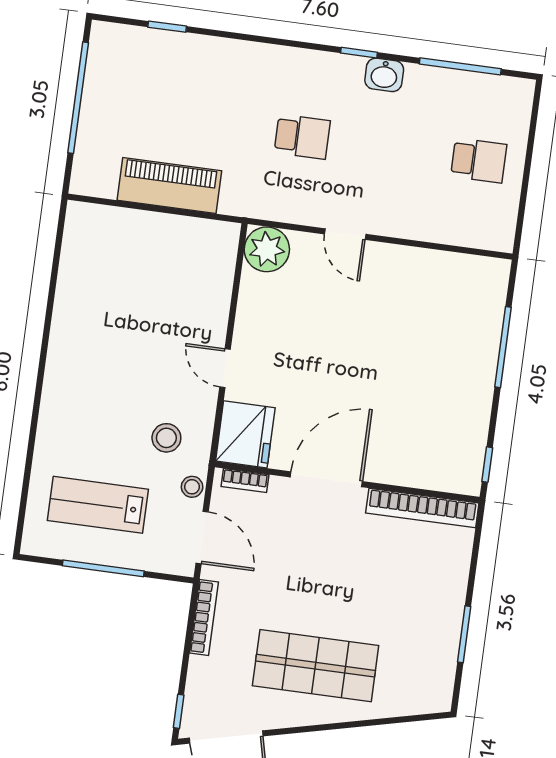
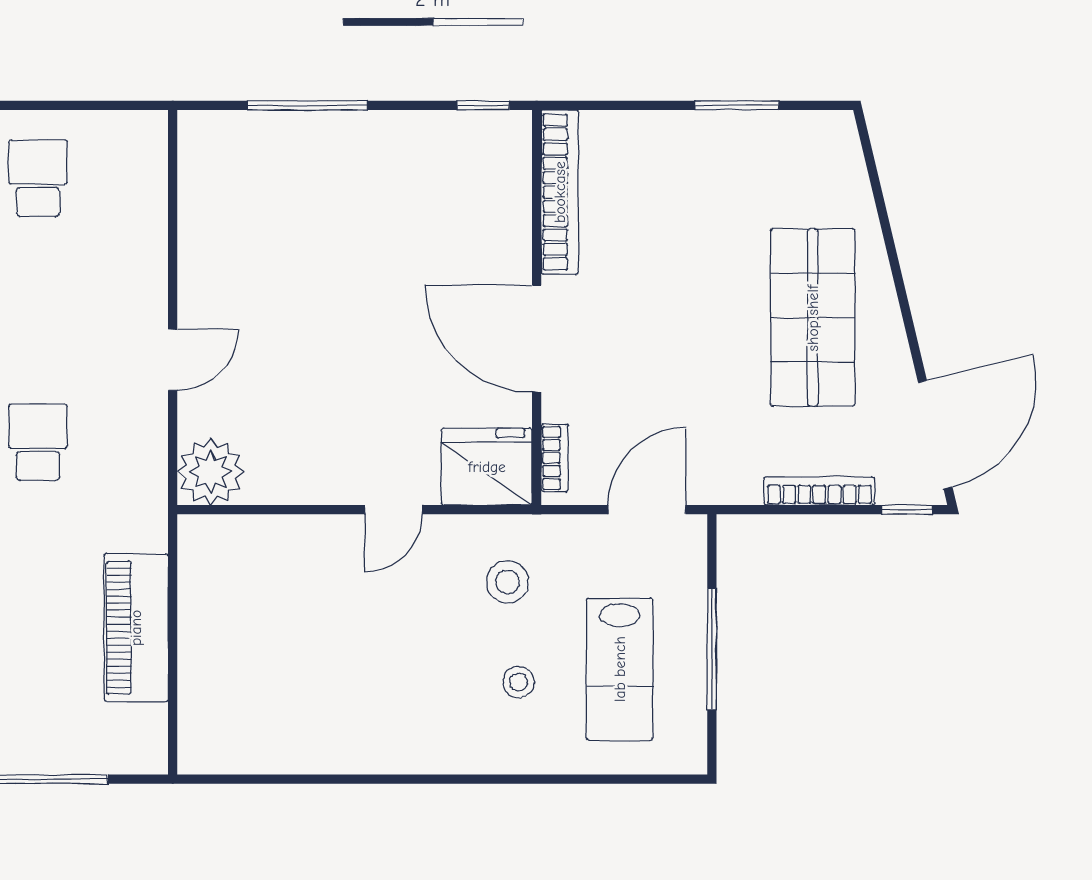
stool: (192, 487) -> (519, 682), moved
bookcase: (204, 617) -> (819, 491), moved

